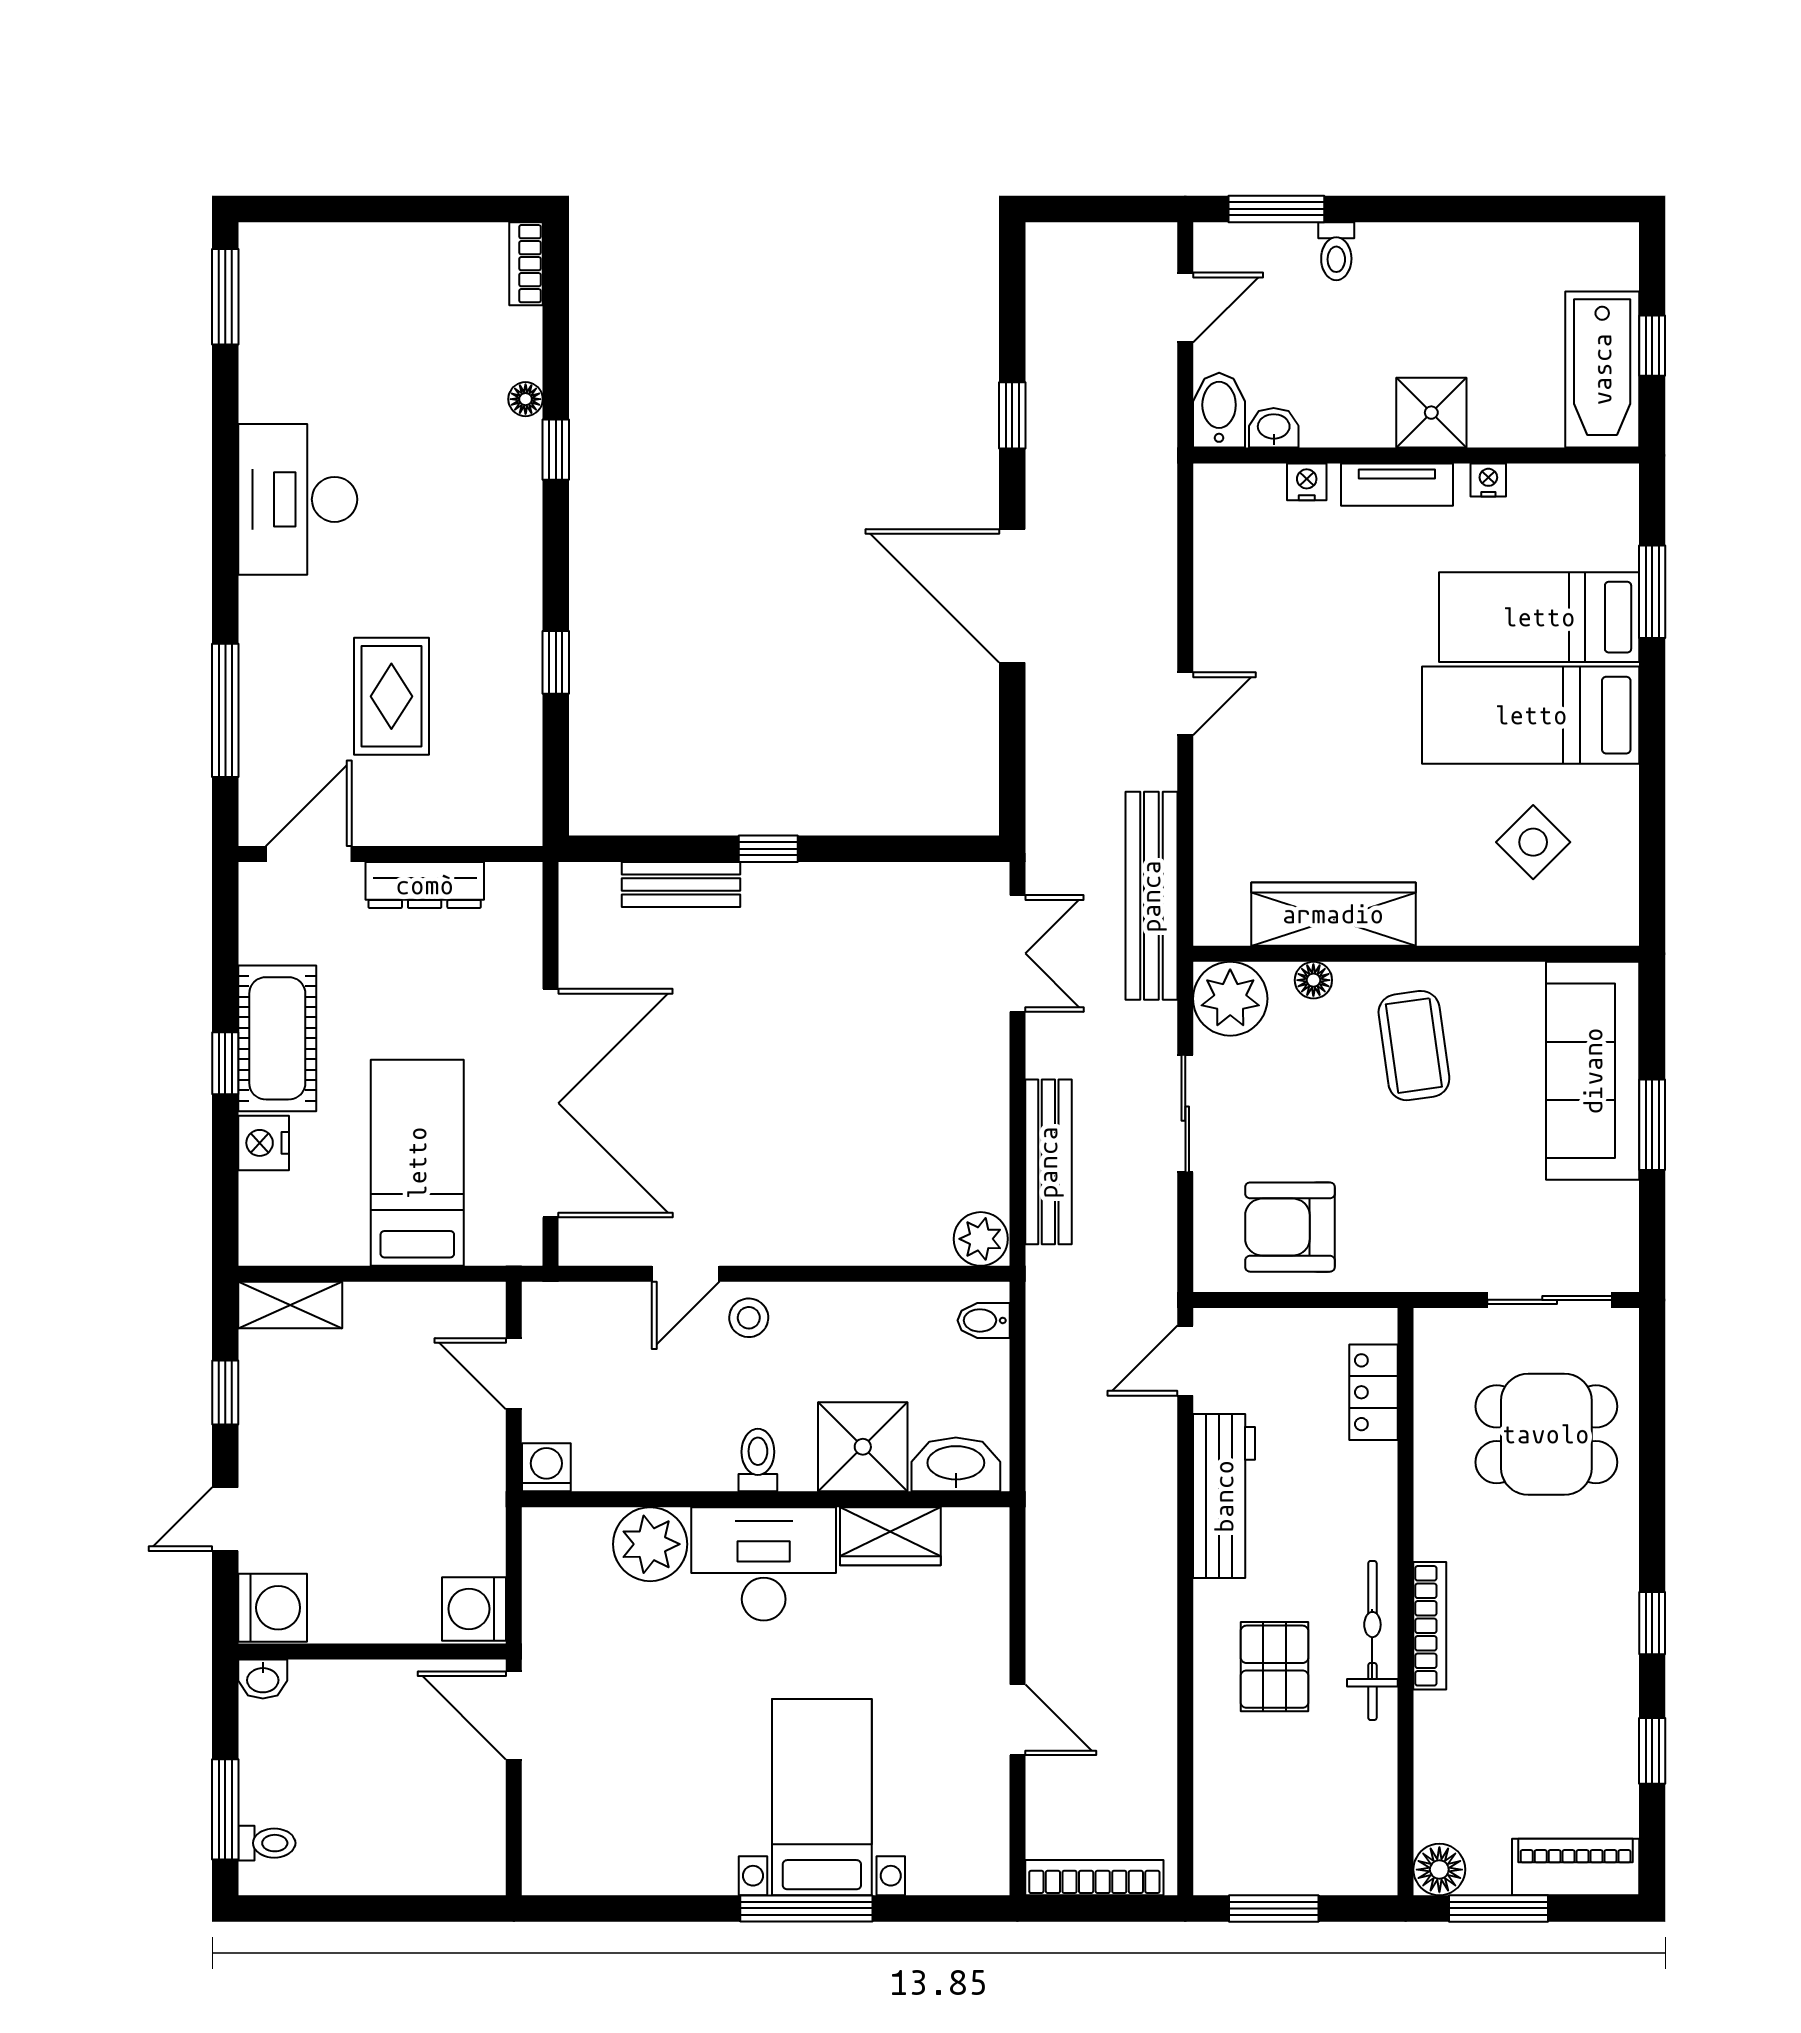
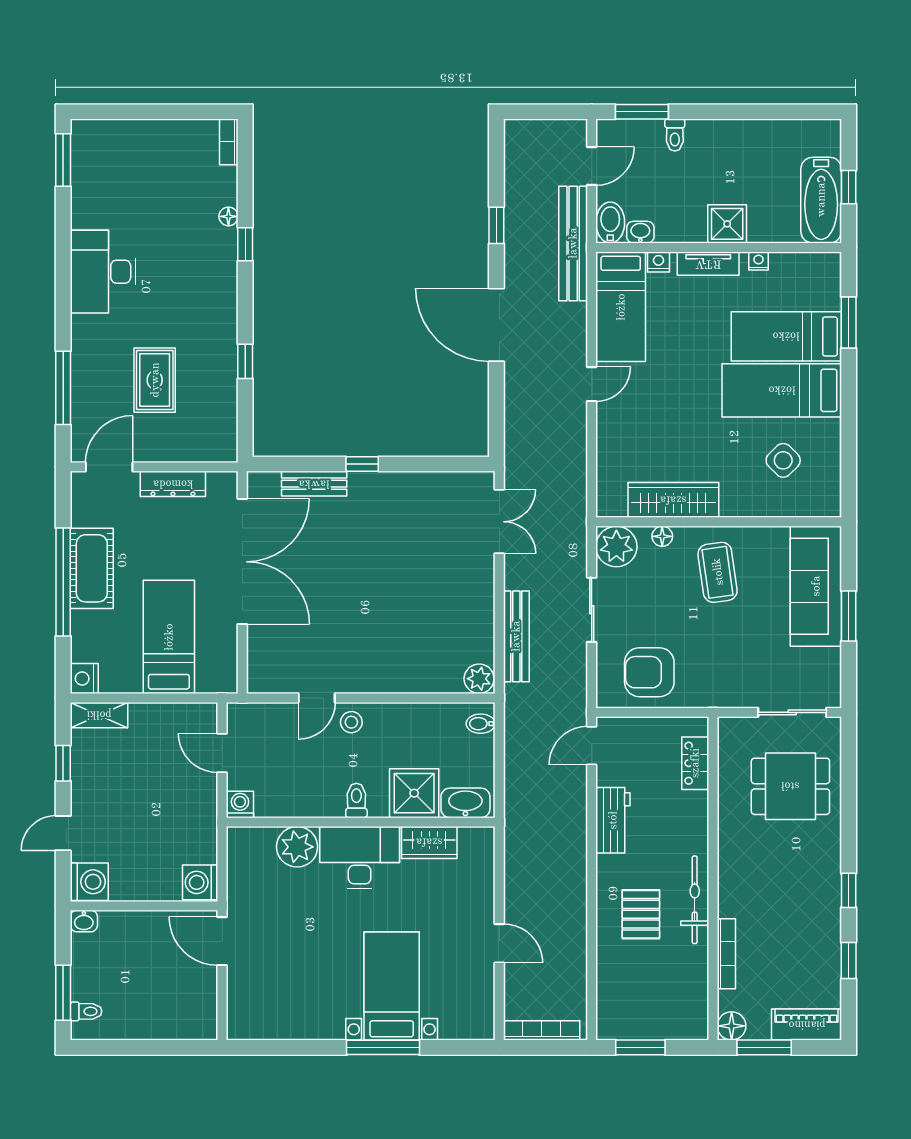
bed: (1238, 563) -> (621, 307), added
bench: (1151, 896) -> (573, 243), moved
window: (225, 1063) -> (63, 582), width x3.17
double door: (551, 1103) -> (242, 562), moved
nightstand: (264, 1143) -> (84, 679), moved
workbench: (1224, 1496) -> (613, 820), width x0.73
bookcase: (1430, 1626) -> (726, 954), moved

